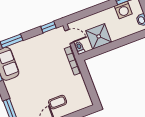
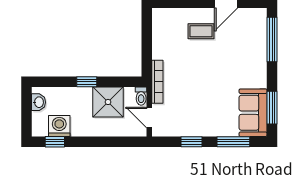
window: (48, 27) -> (192, 142), moved
window: (117, 44) -> (87, 82), added

